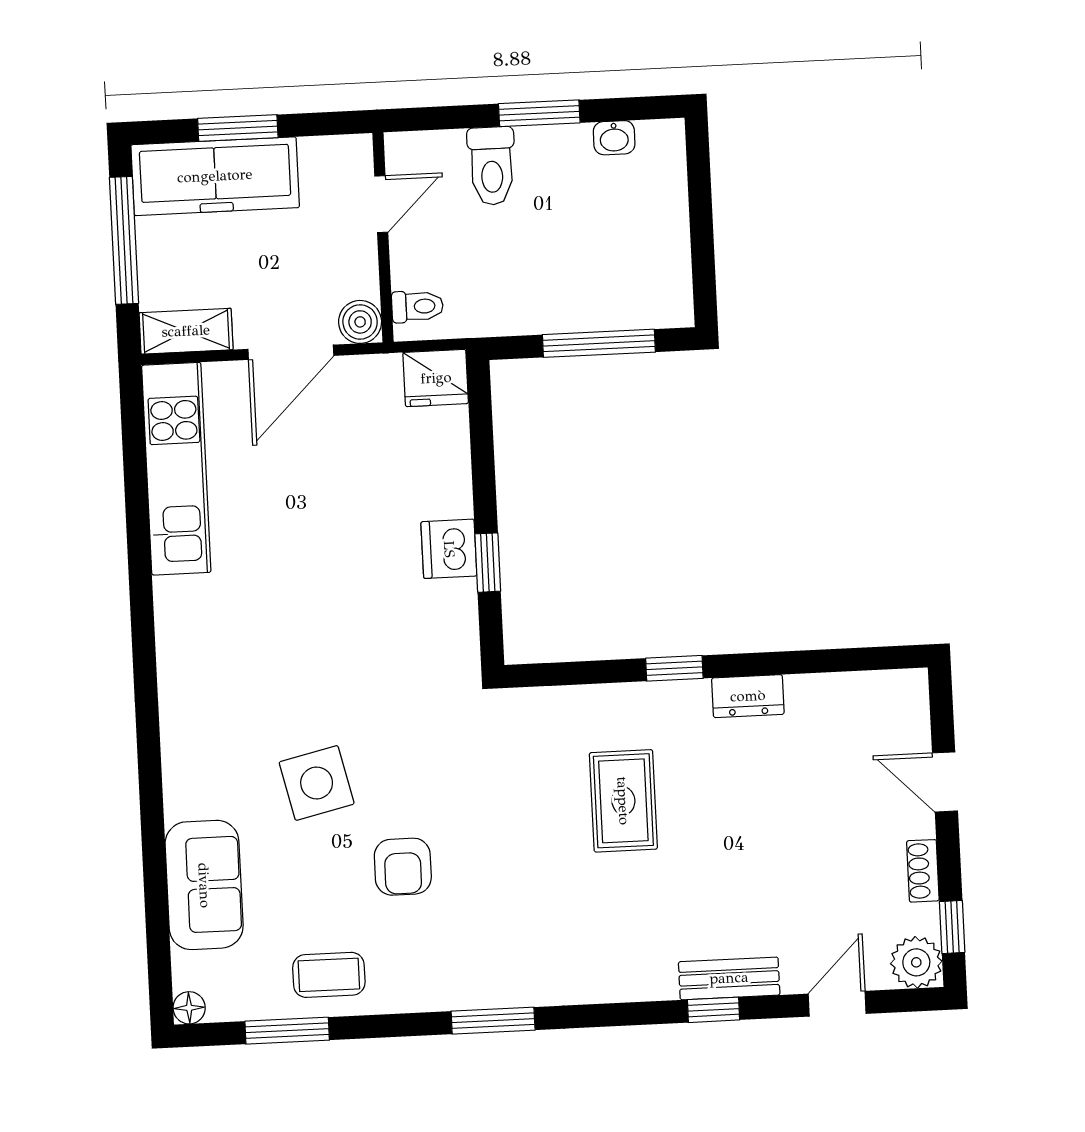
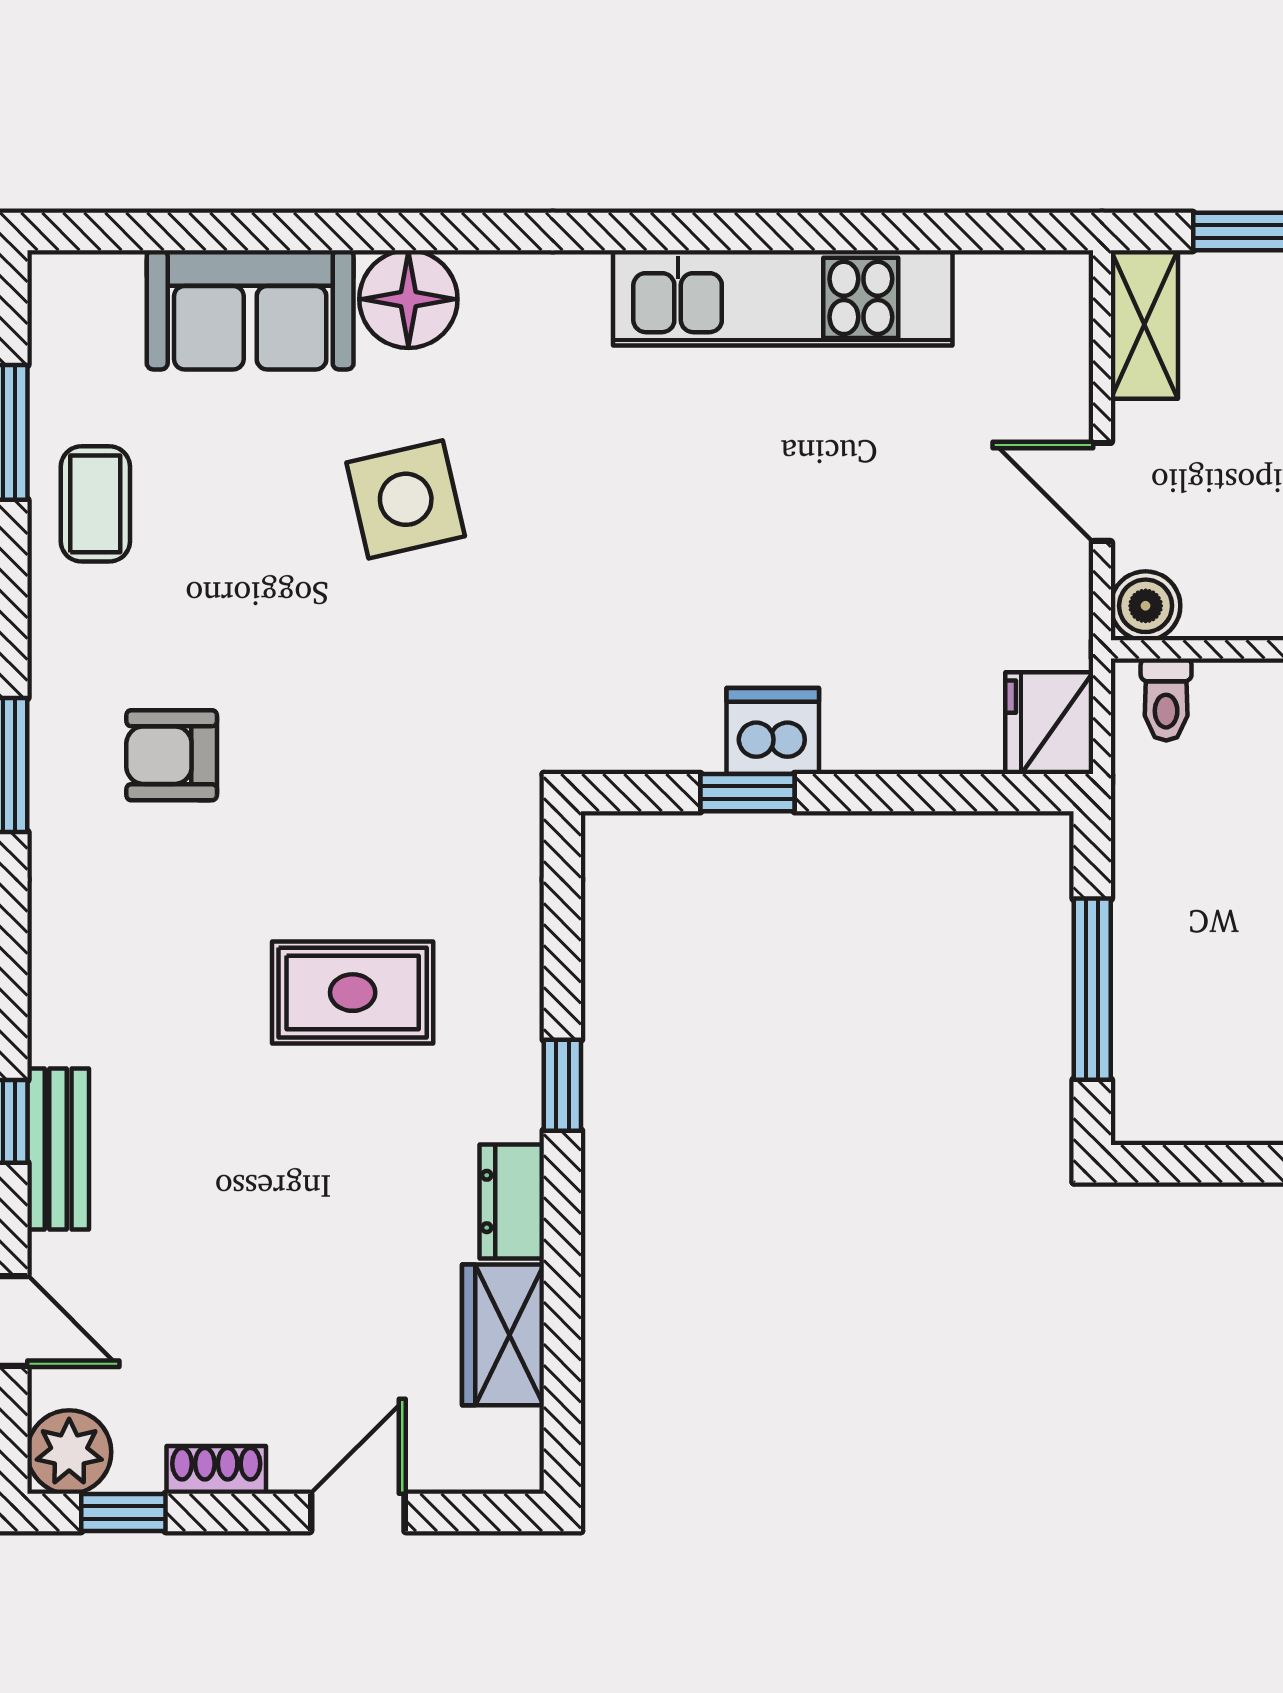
door: (291, 352) -> (1102, 492), width x0.73
kitchen unit: (176, 469) -> (783, 298), moved
wardrobe: (831, 697) -> (503, 1335), added
armchair: (403, 867) -> (172, 755), moved
floor lamp: (189, 1008) -> (408, 299), moved, width x1.89, depth x1.89

